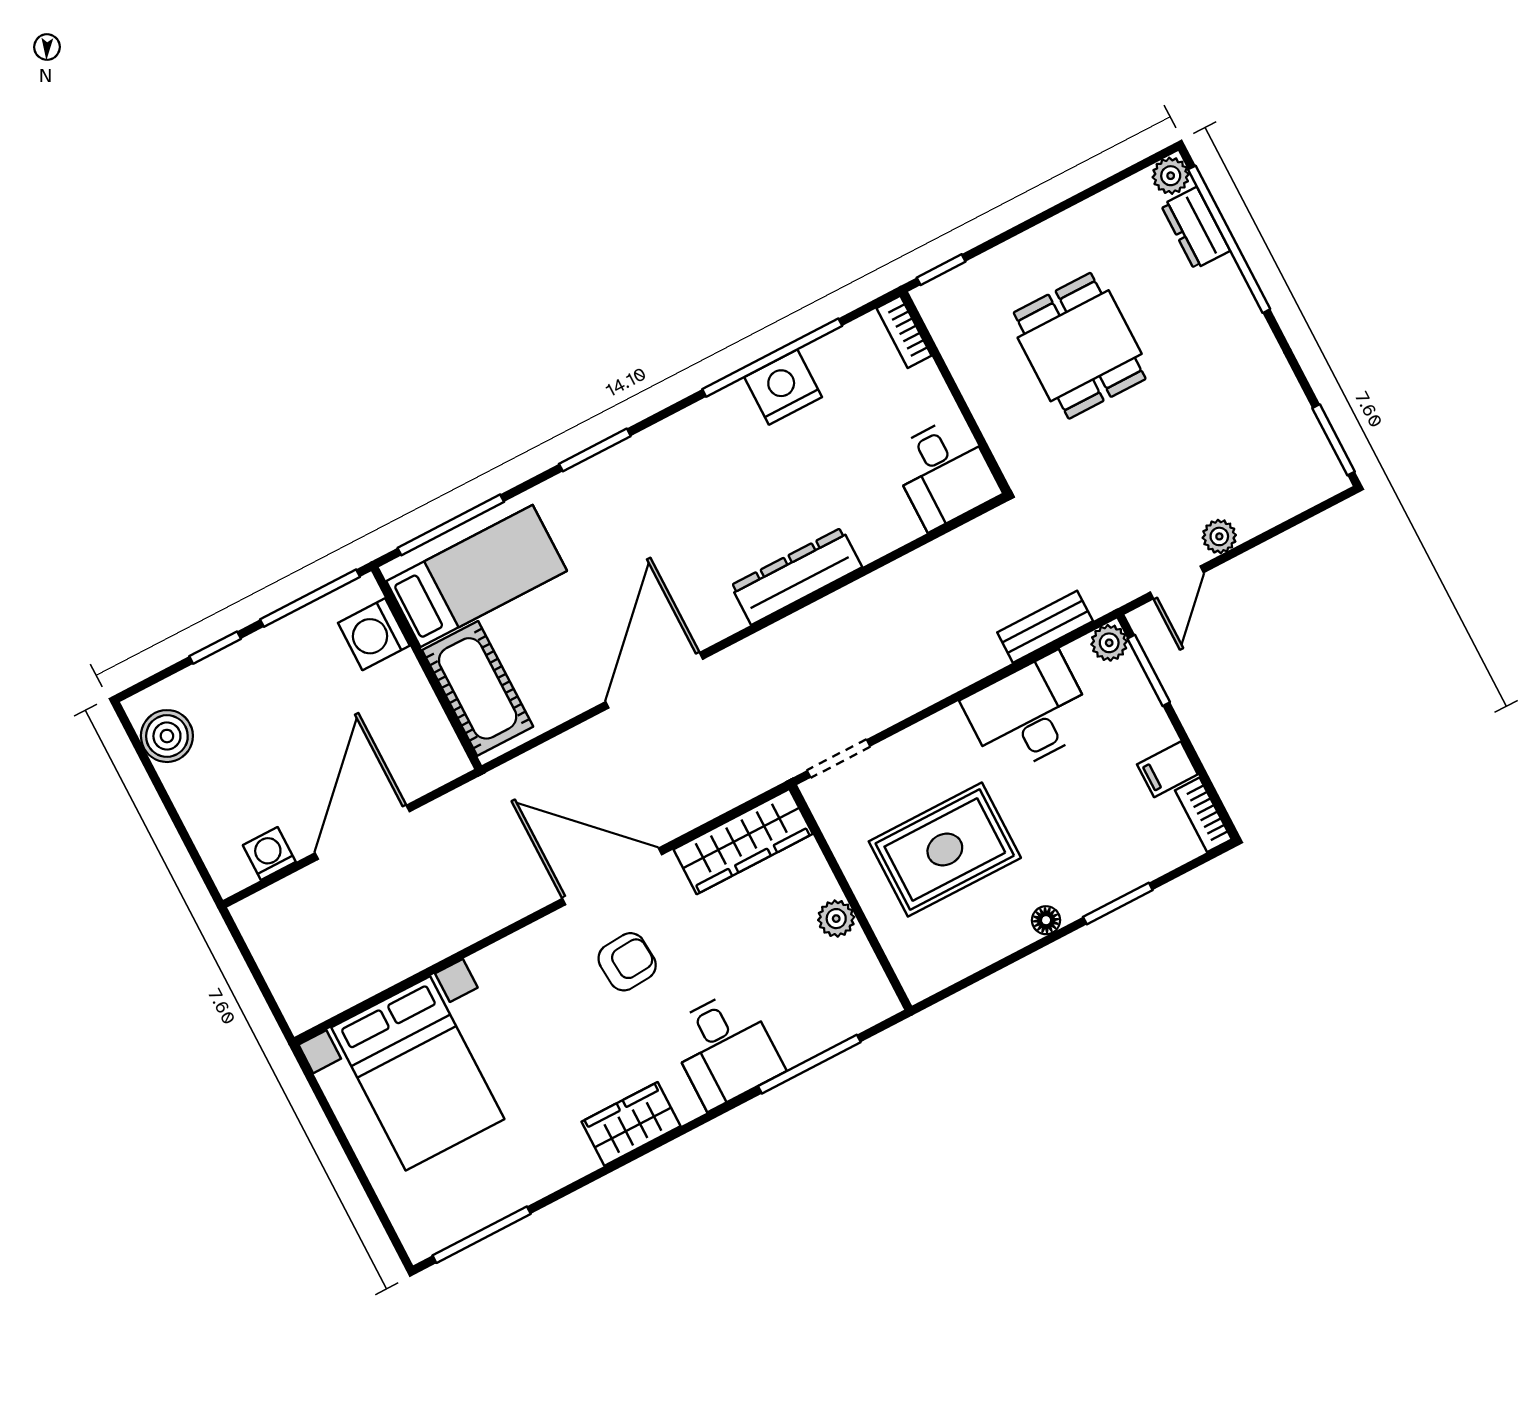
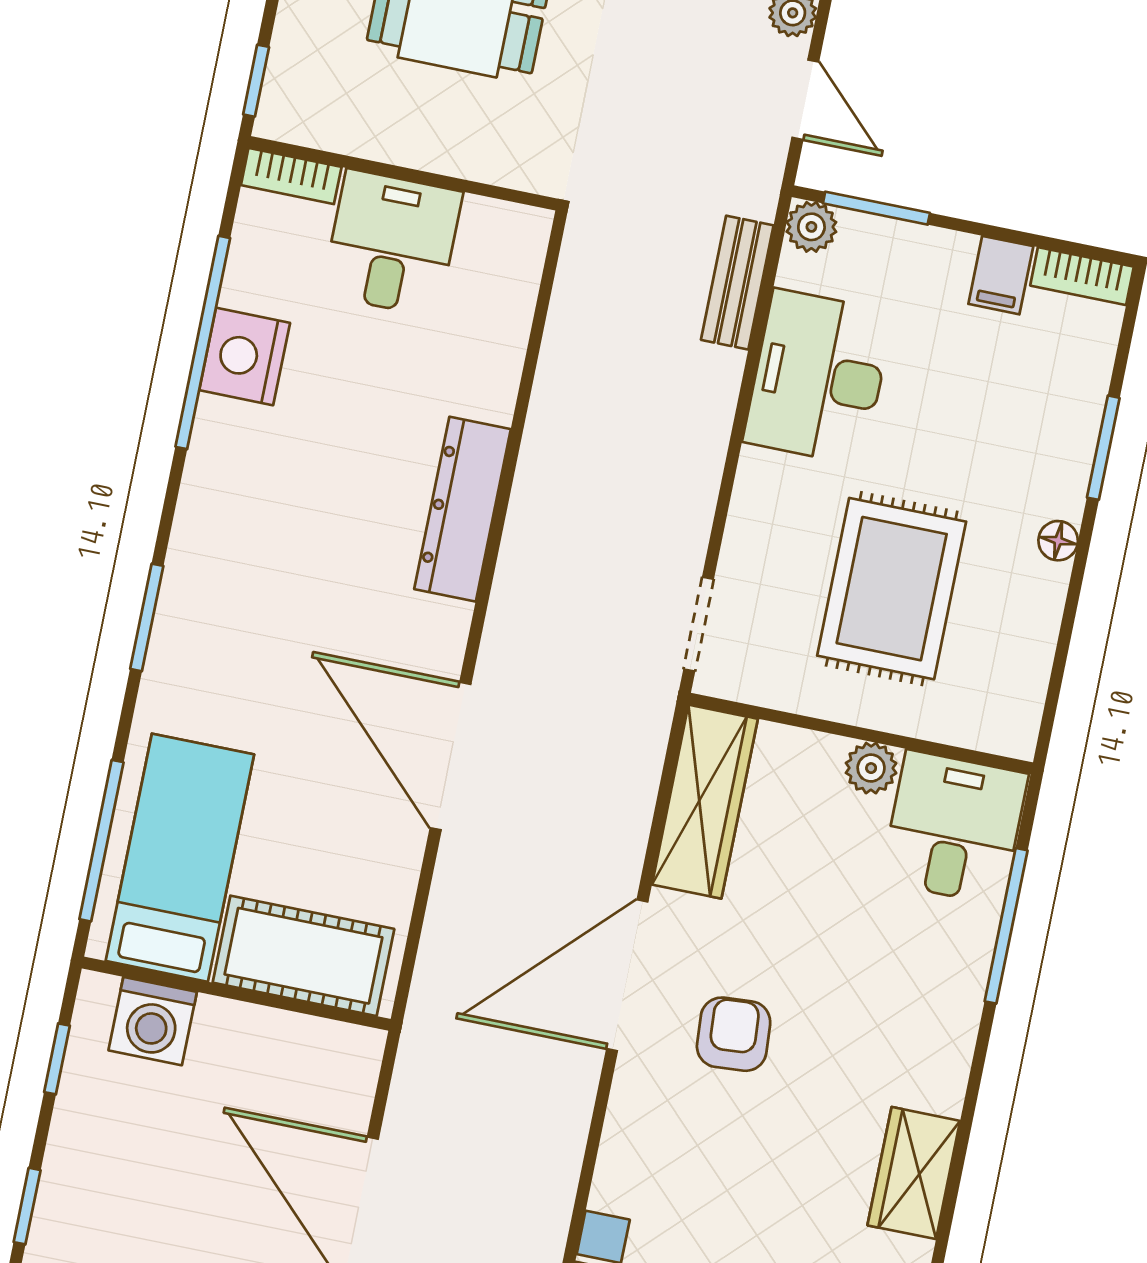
desk: (944, 473) -> (392, 243), moved, turned -90
window: (310, 598) -> (57, 1059), width x0.46
desk: (725, 1049) -> (954, 828), moved, turned -90

